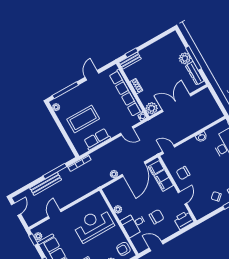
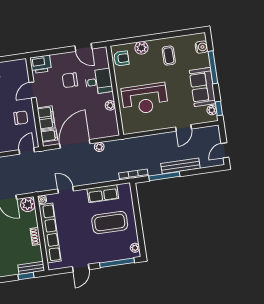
door: (169, 149) -> (27, 151), swing flipped

